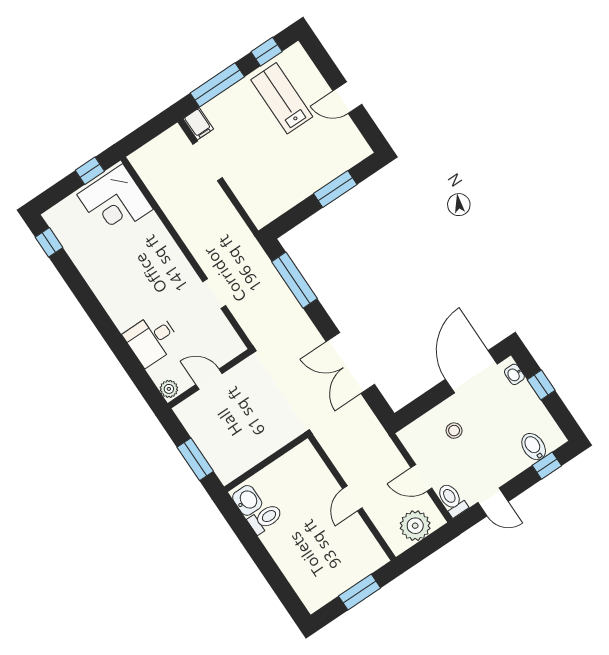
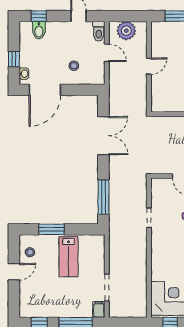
lab bench: (282, 98) -> (68, 257), moved
door: (347, 98) -> (14, 272), hinge flipped
stool: (343, 139) -> (30, 252), added

